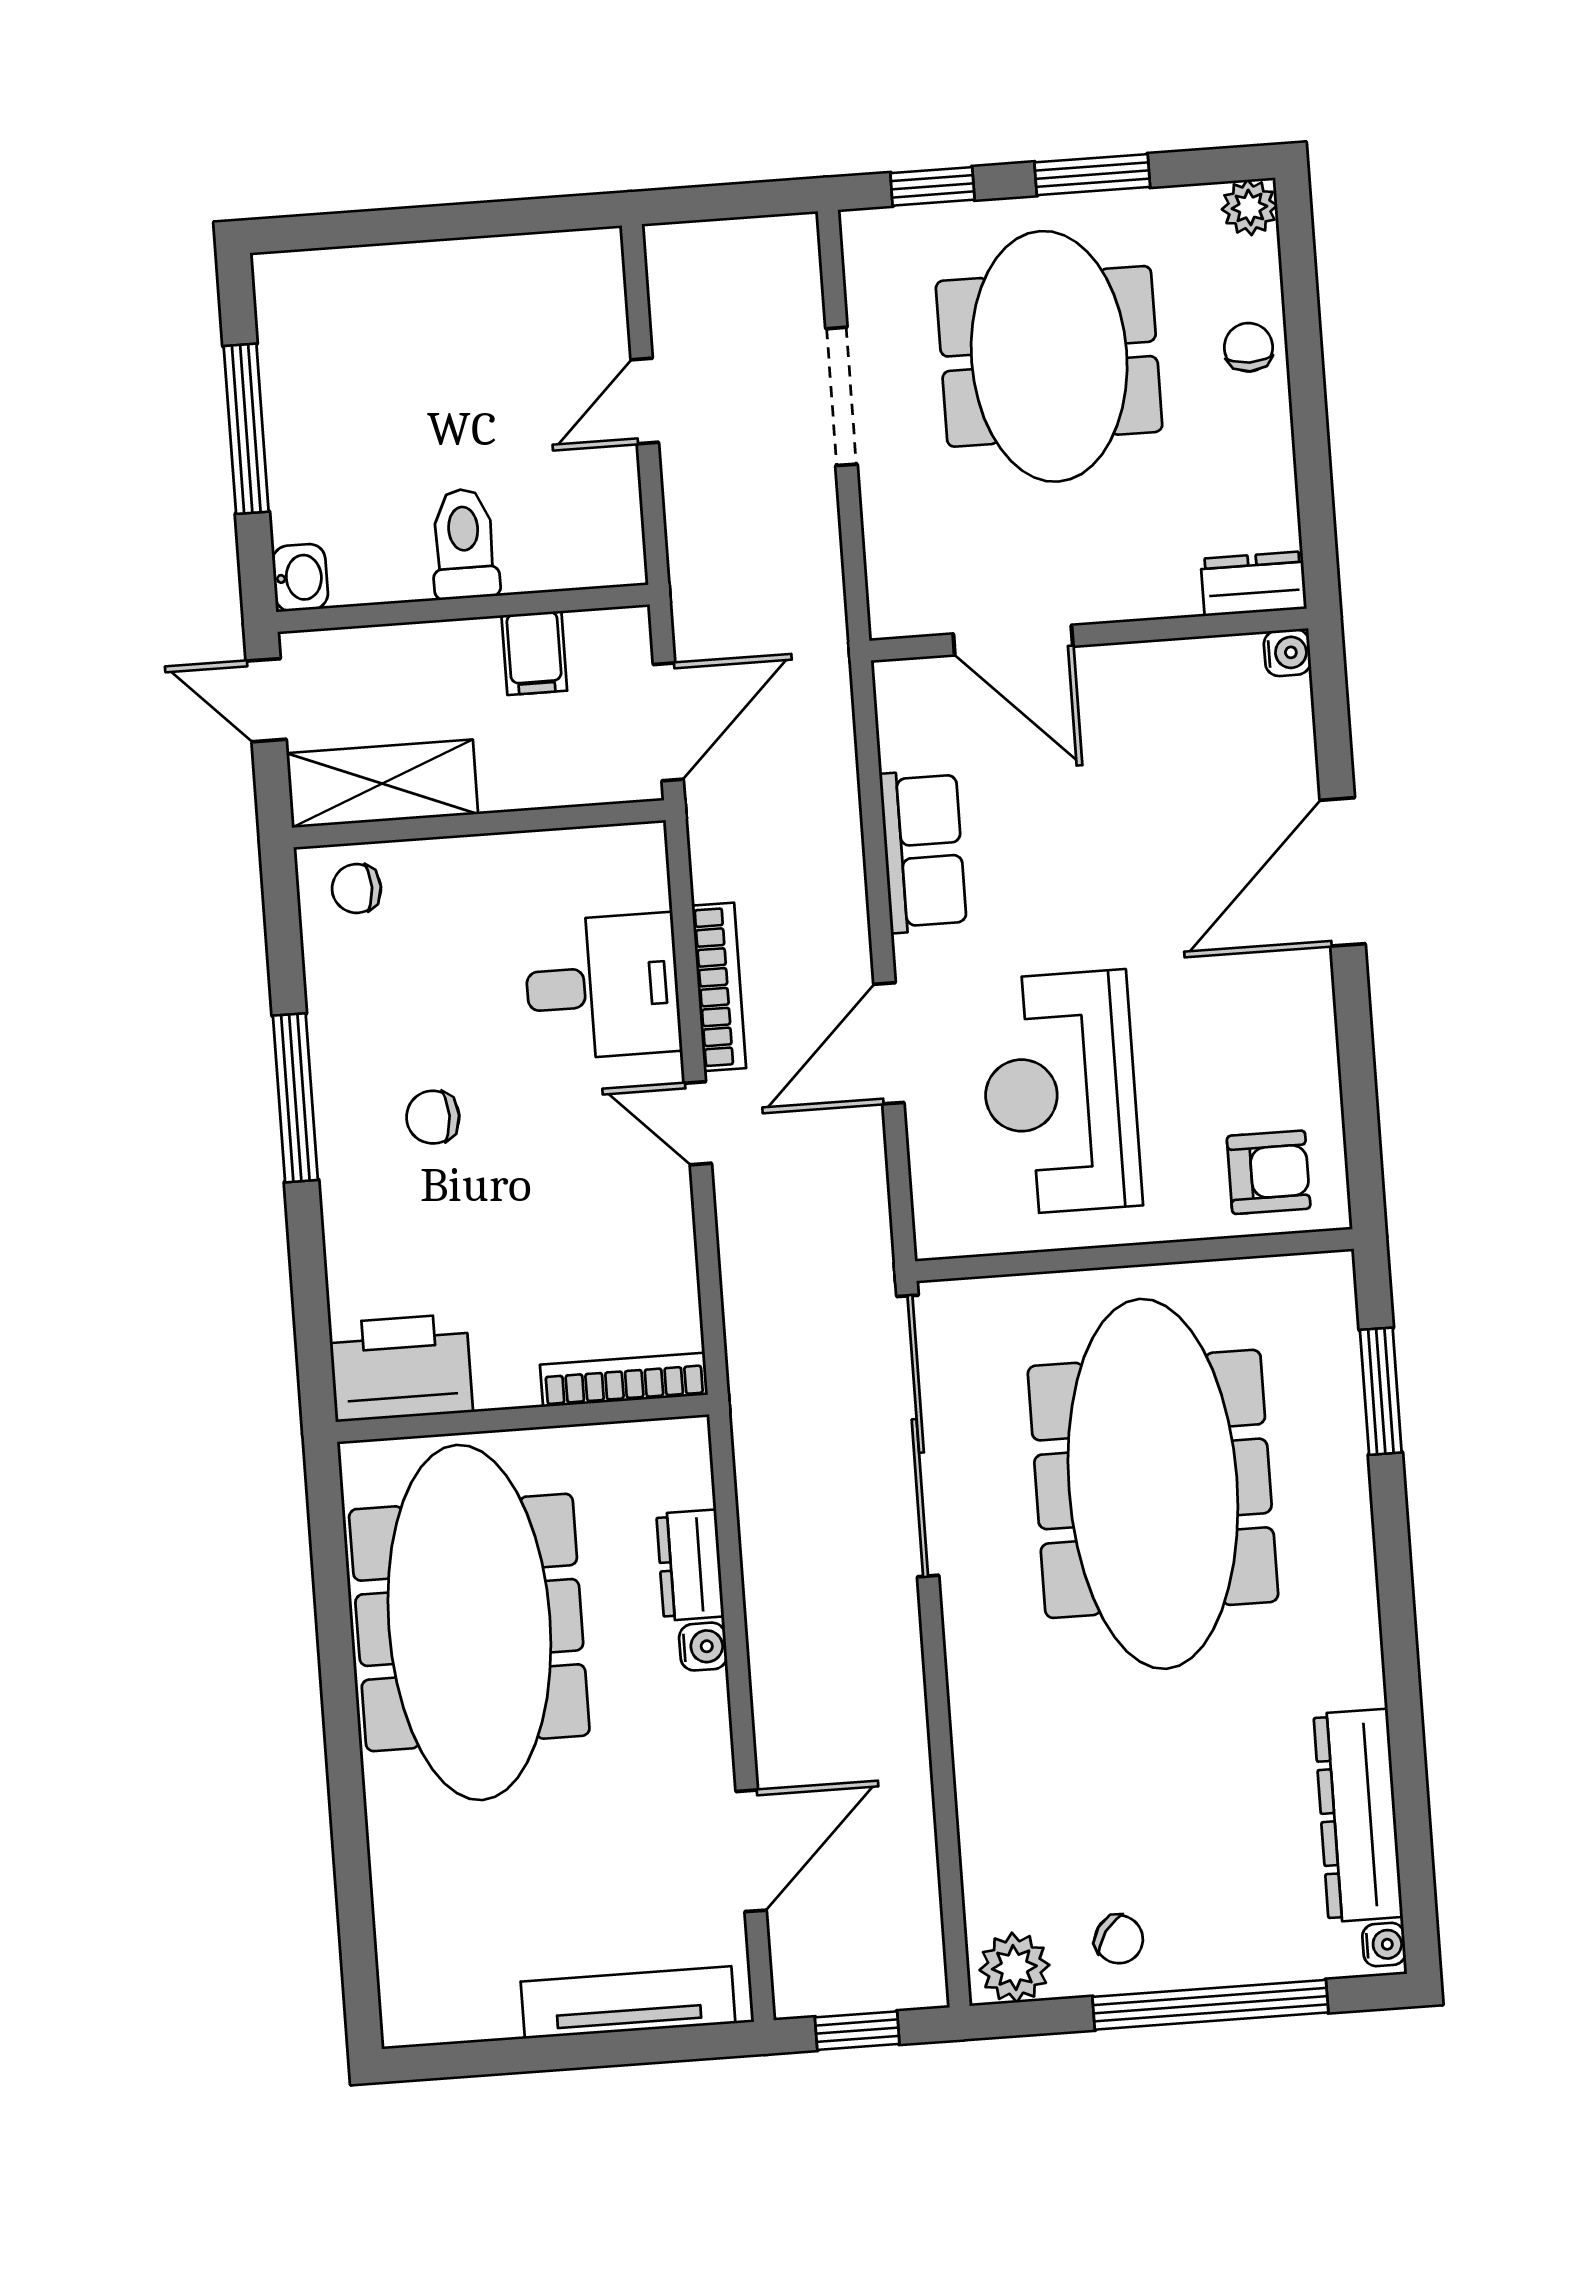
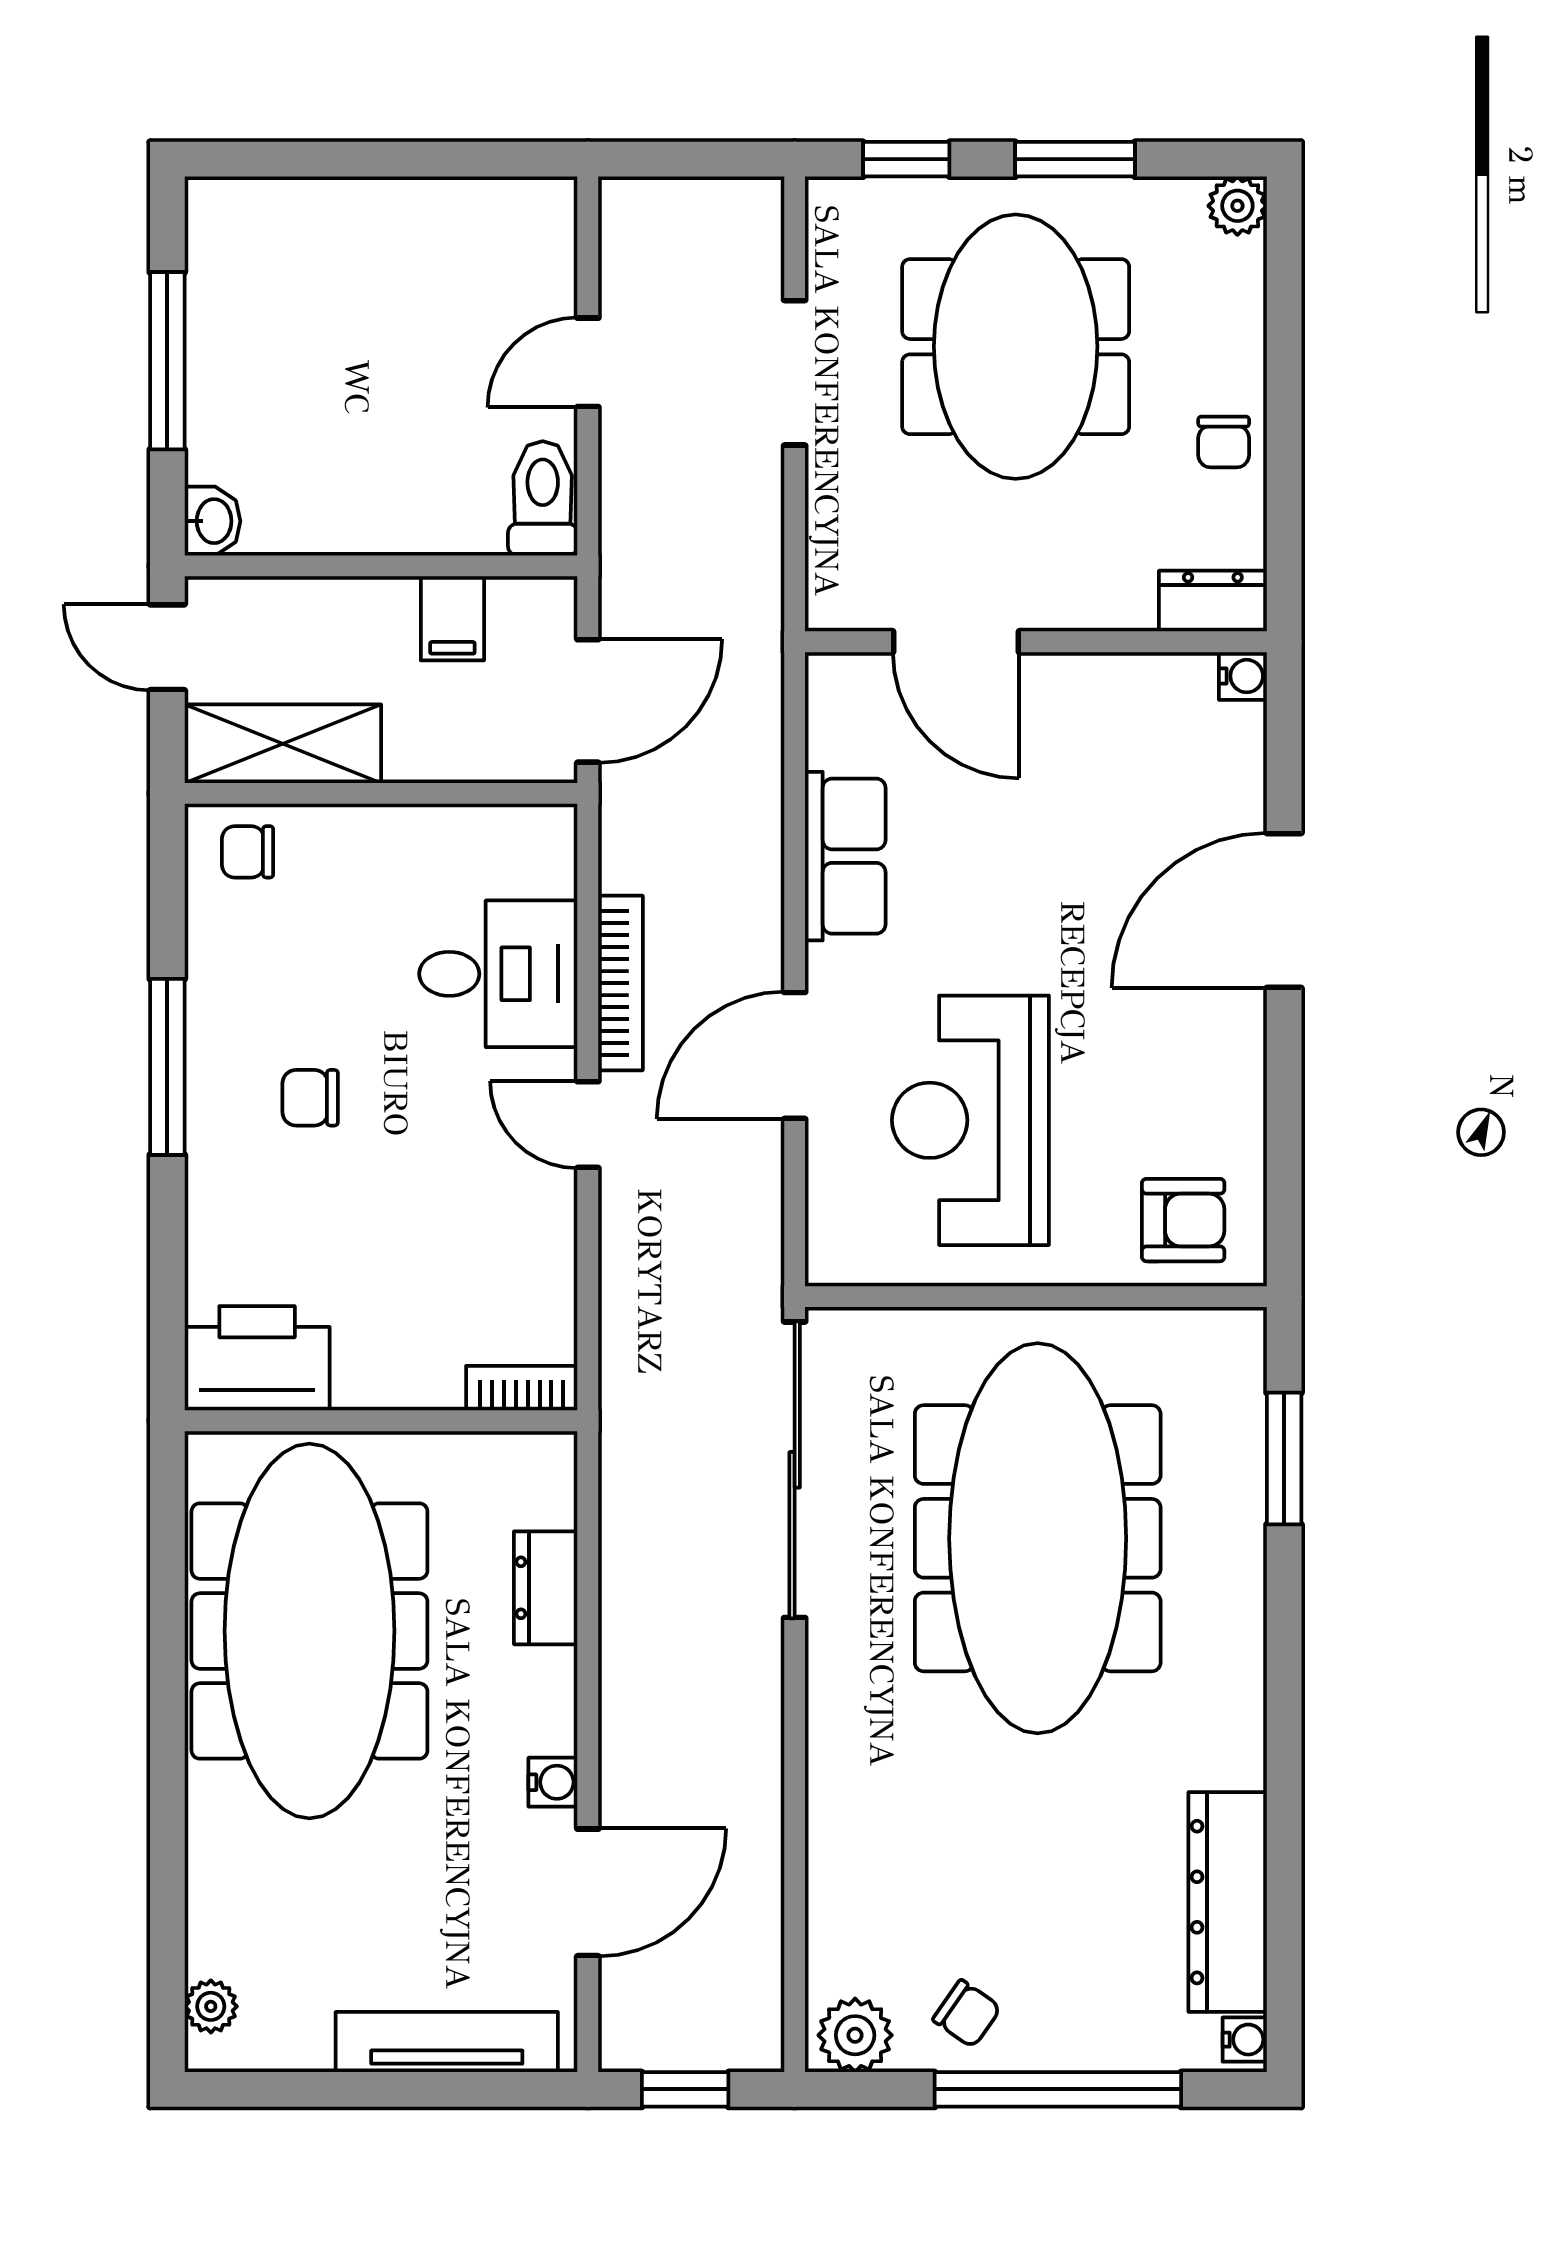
chair: (1248, 347) -> (1224, 442), moved, turned 180
toilet: (464, 544) -> (543, 498), moved
bookcase: (624, 1380) -> (522, 1388), width x0.64
water cooler: (703, 1647) -> (553, 1782), moved
plant: (402, 1985) -> (211, 2006), added

